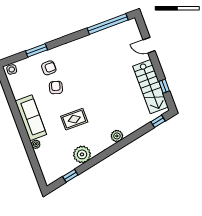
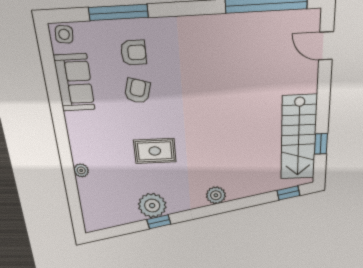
door: (149, 45) -> (326, 46), moved
window: (36, 50) -> (118, 12), width x1.44
sofa: (31, 118) -> (74, 83), moved, width x0.73
window: (70, 176) -> (159, 222), moved

